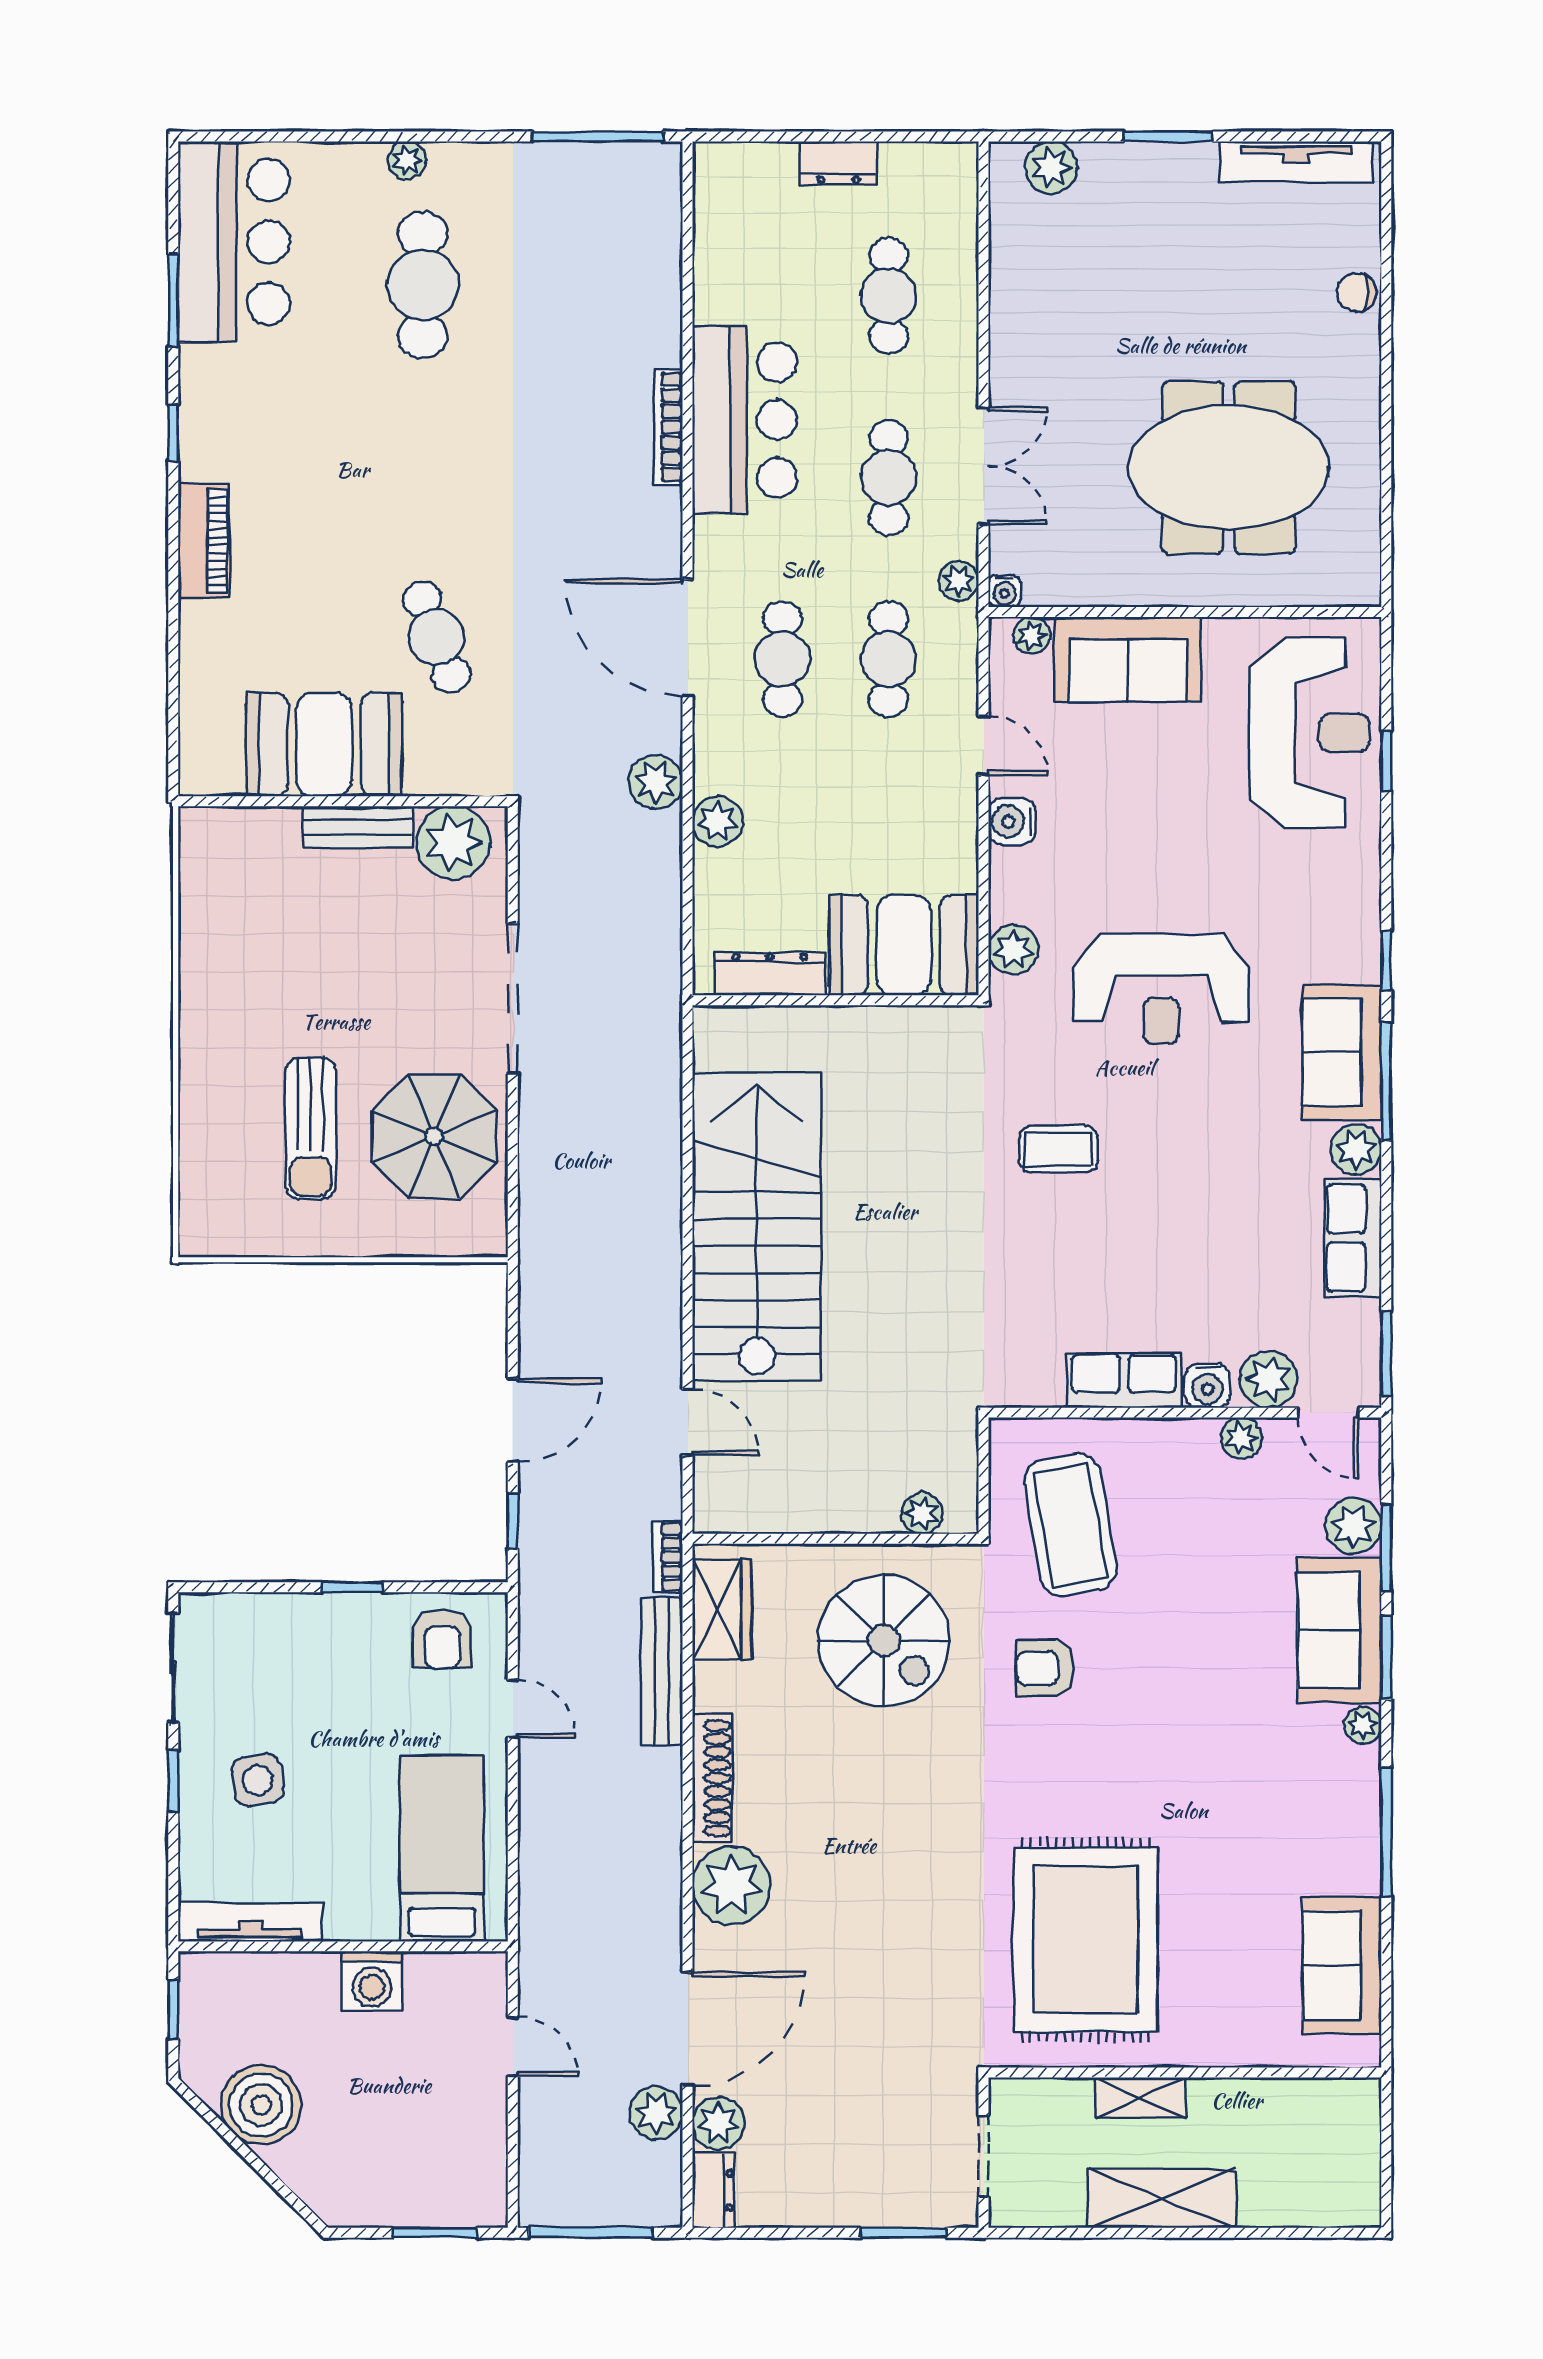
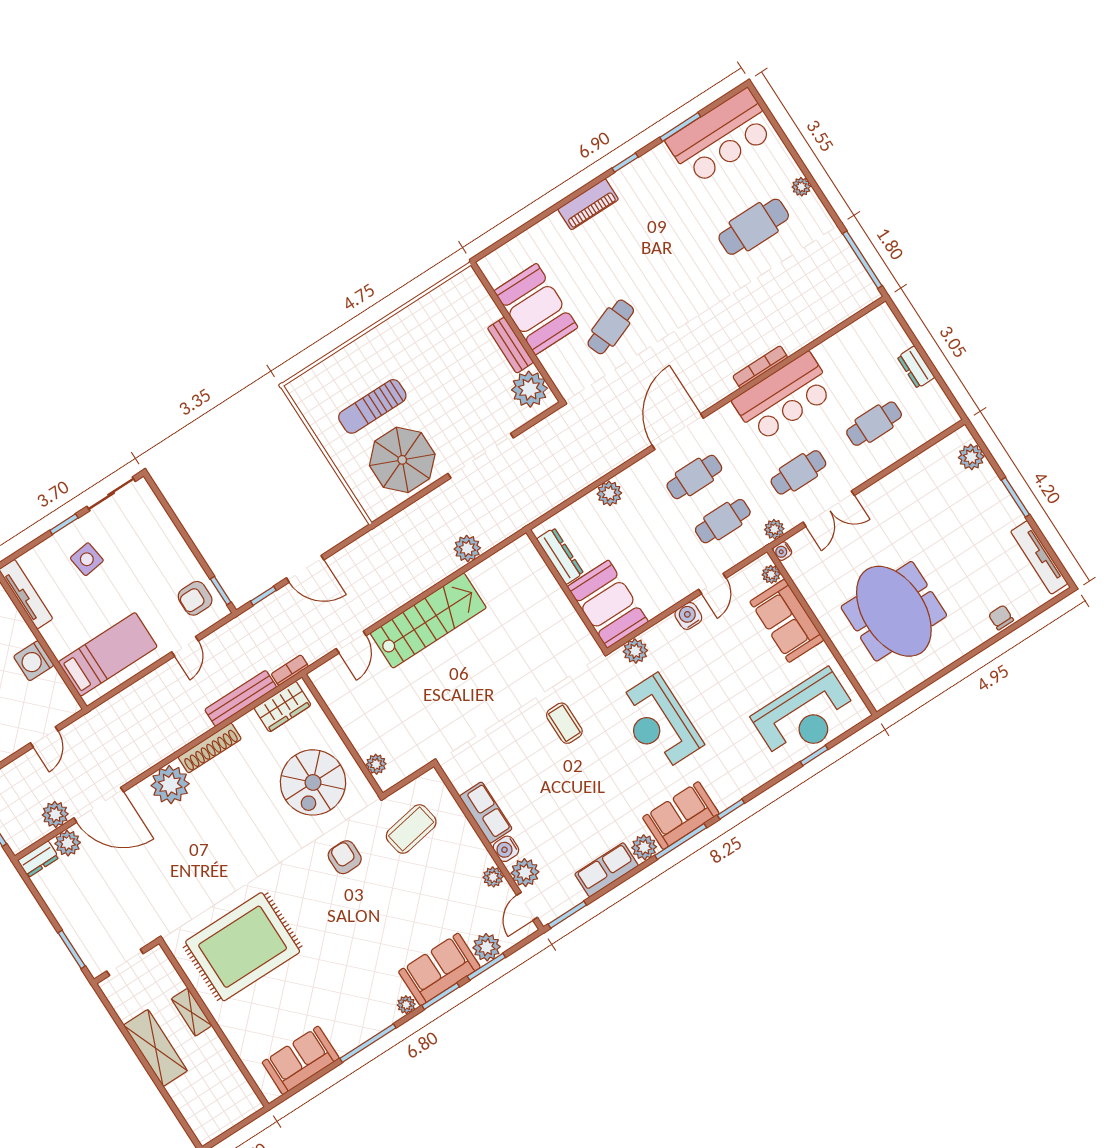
plant: (656, 782) -> (467, 549), moved
stairs: (757, 1227) -> (428, 620), width x0.73, depth x0.66
coffee table: (1070, 1525) -> (411, 829), width x0.73, depth x0.76
window: (352, 1587) -> (221, 591), moved

